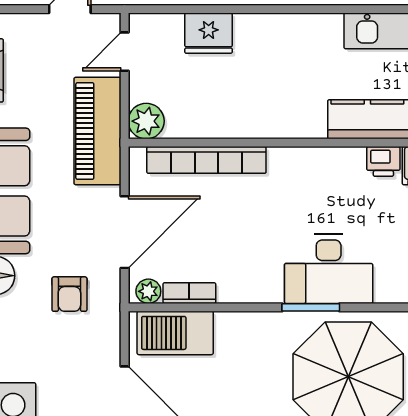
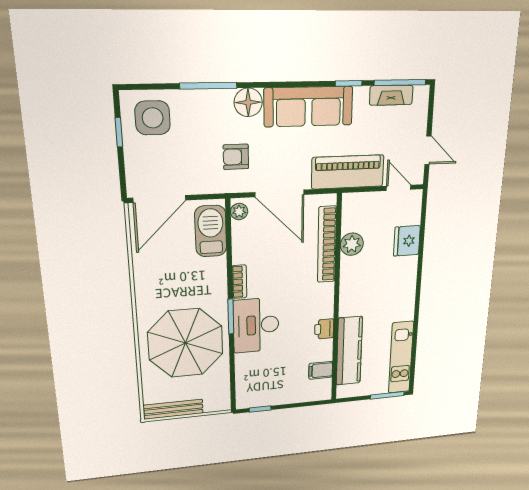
plant: (146, 121) -> (352, 244), moved
printer: (383, 161) -> (324, 329), moved
bookcase: (189, 293) -> (239, 282), moved

